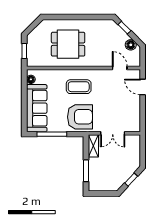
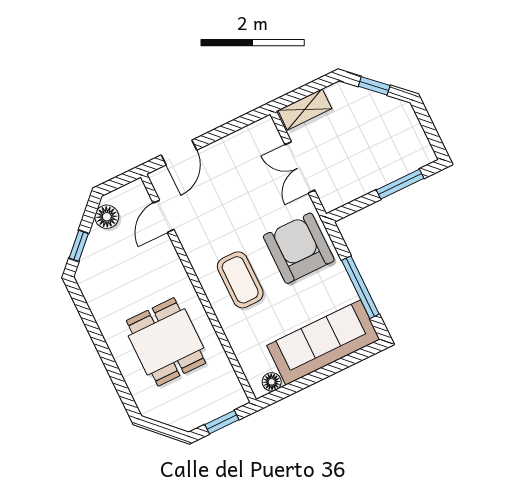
double door: (113, 133) -> (300, 167), swing flipped
shelving: (93, 146) -> (305, 109), moved

